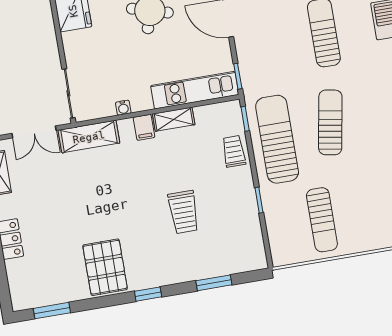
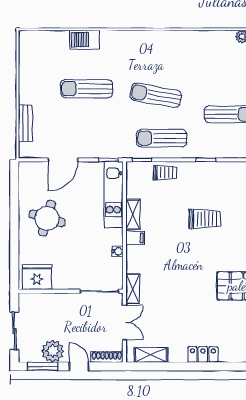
shelving: (89, 137) -> (133, 289), width x0.67, depth x0.75
sun lounger: (277, 139) -> (162, 138), width x0.73, depth x0.75
trolley: (234, 151) -> (165, 173), turned 180

